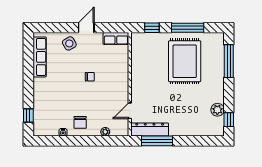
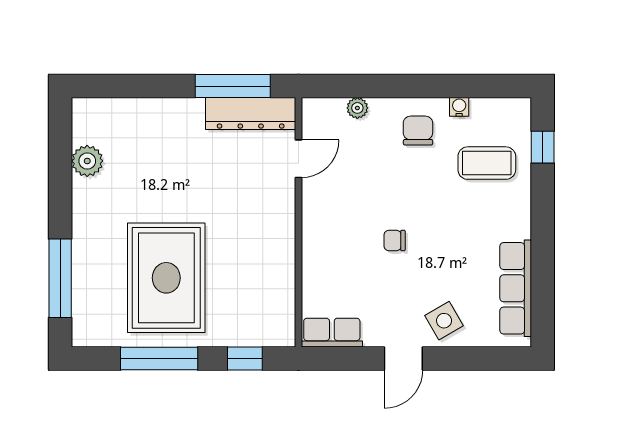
coffee table: (52, 109) -> (487, 163), added
window: (229, 120) -> (60, 137), removed

